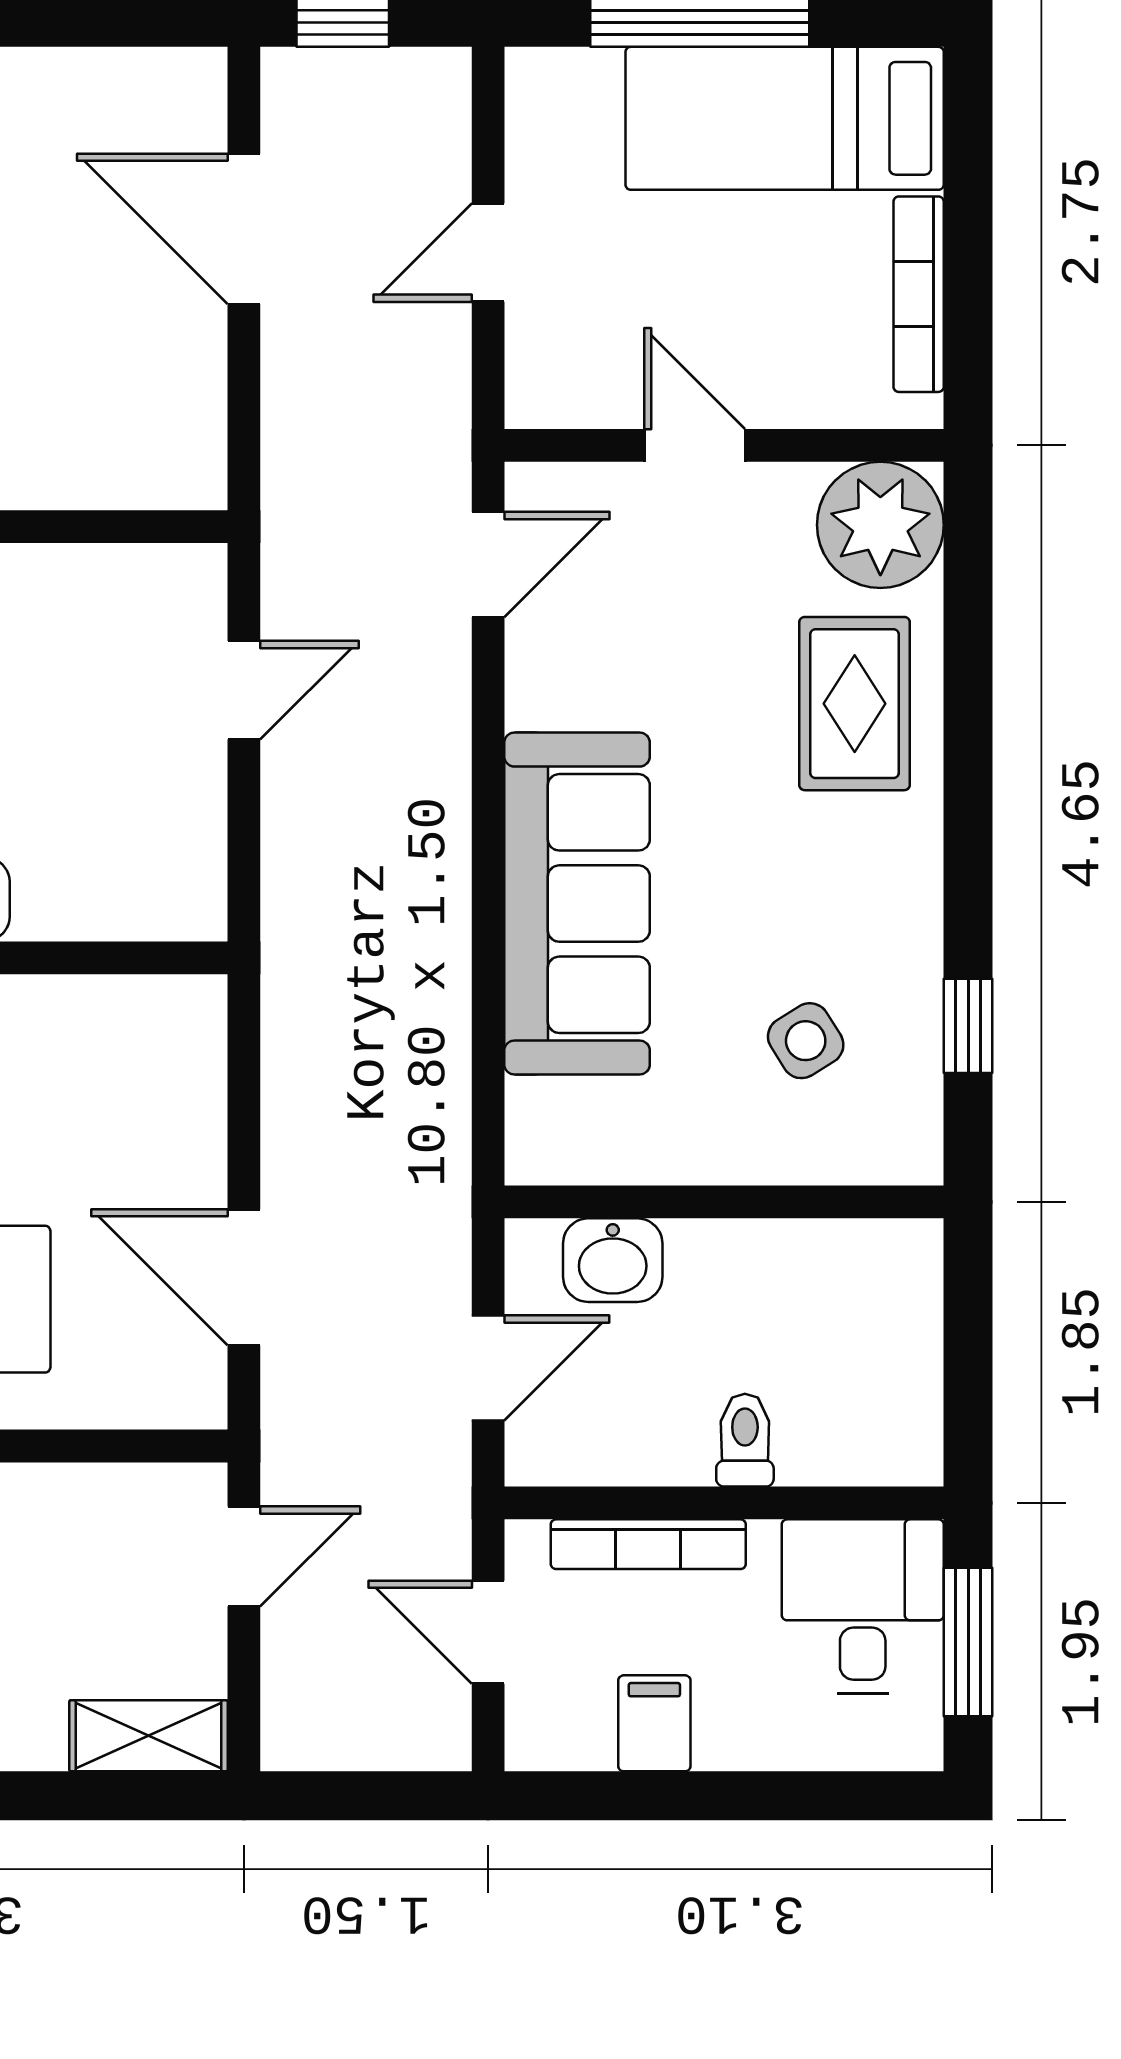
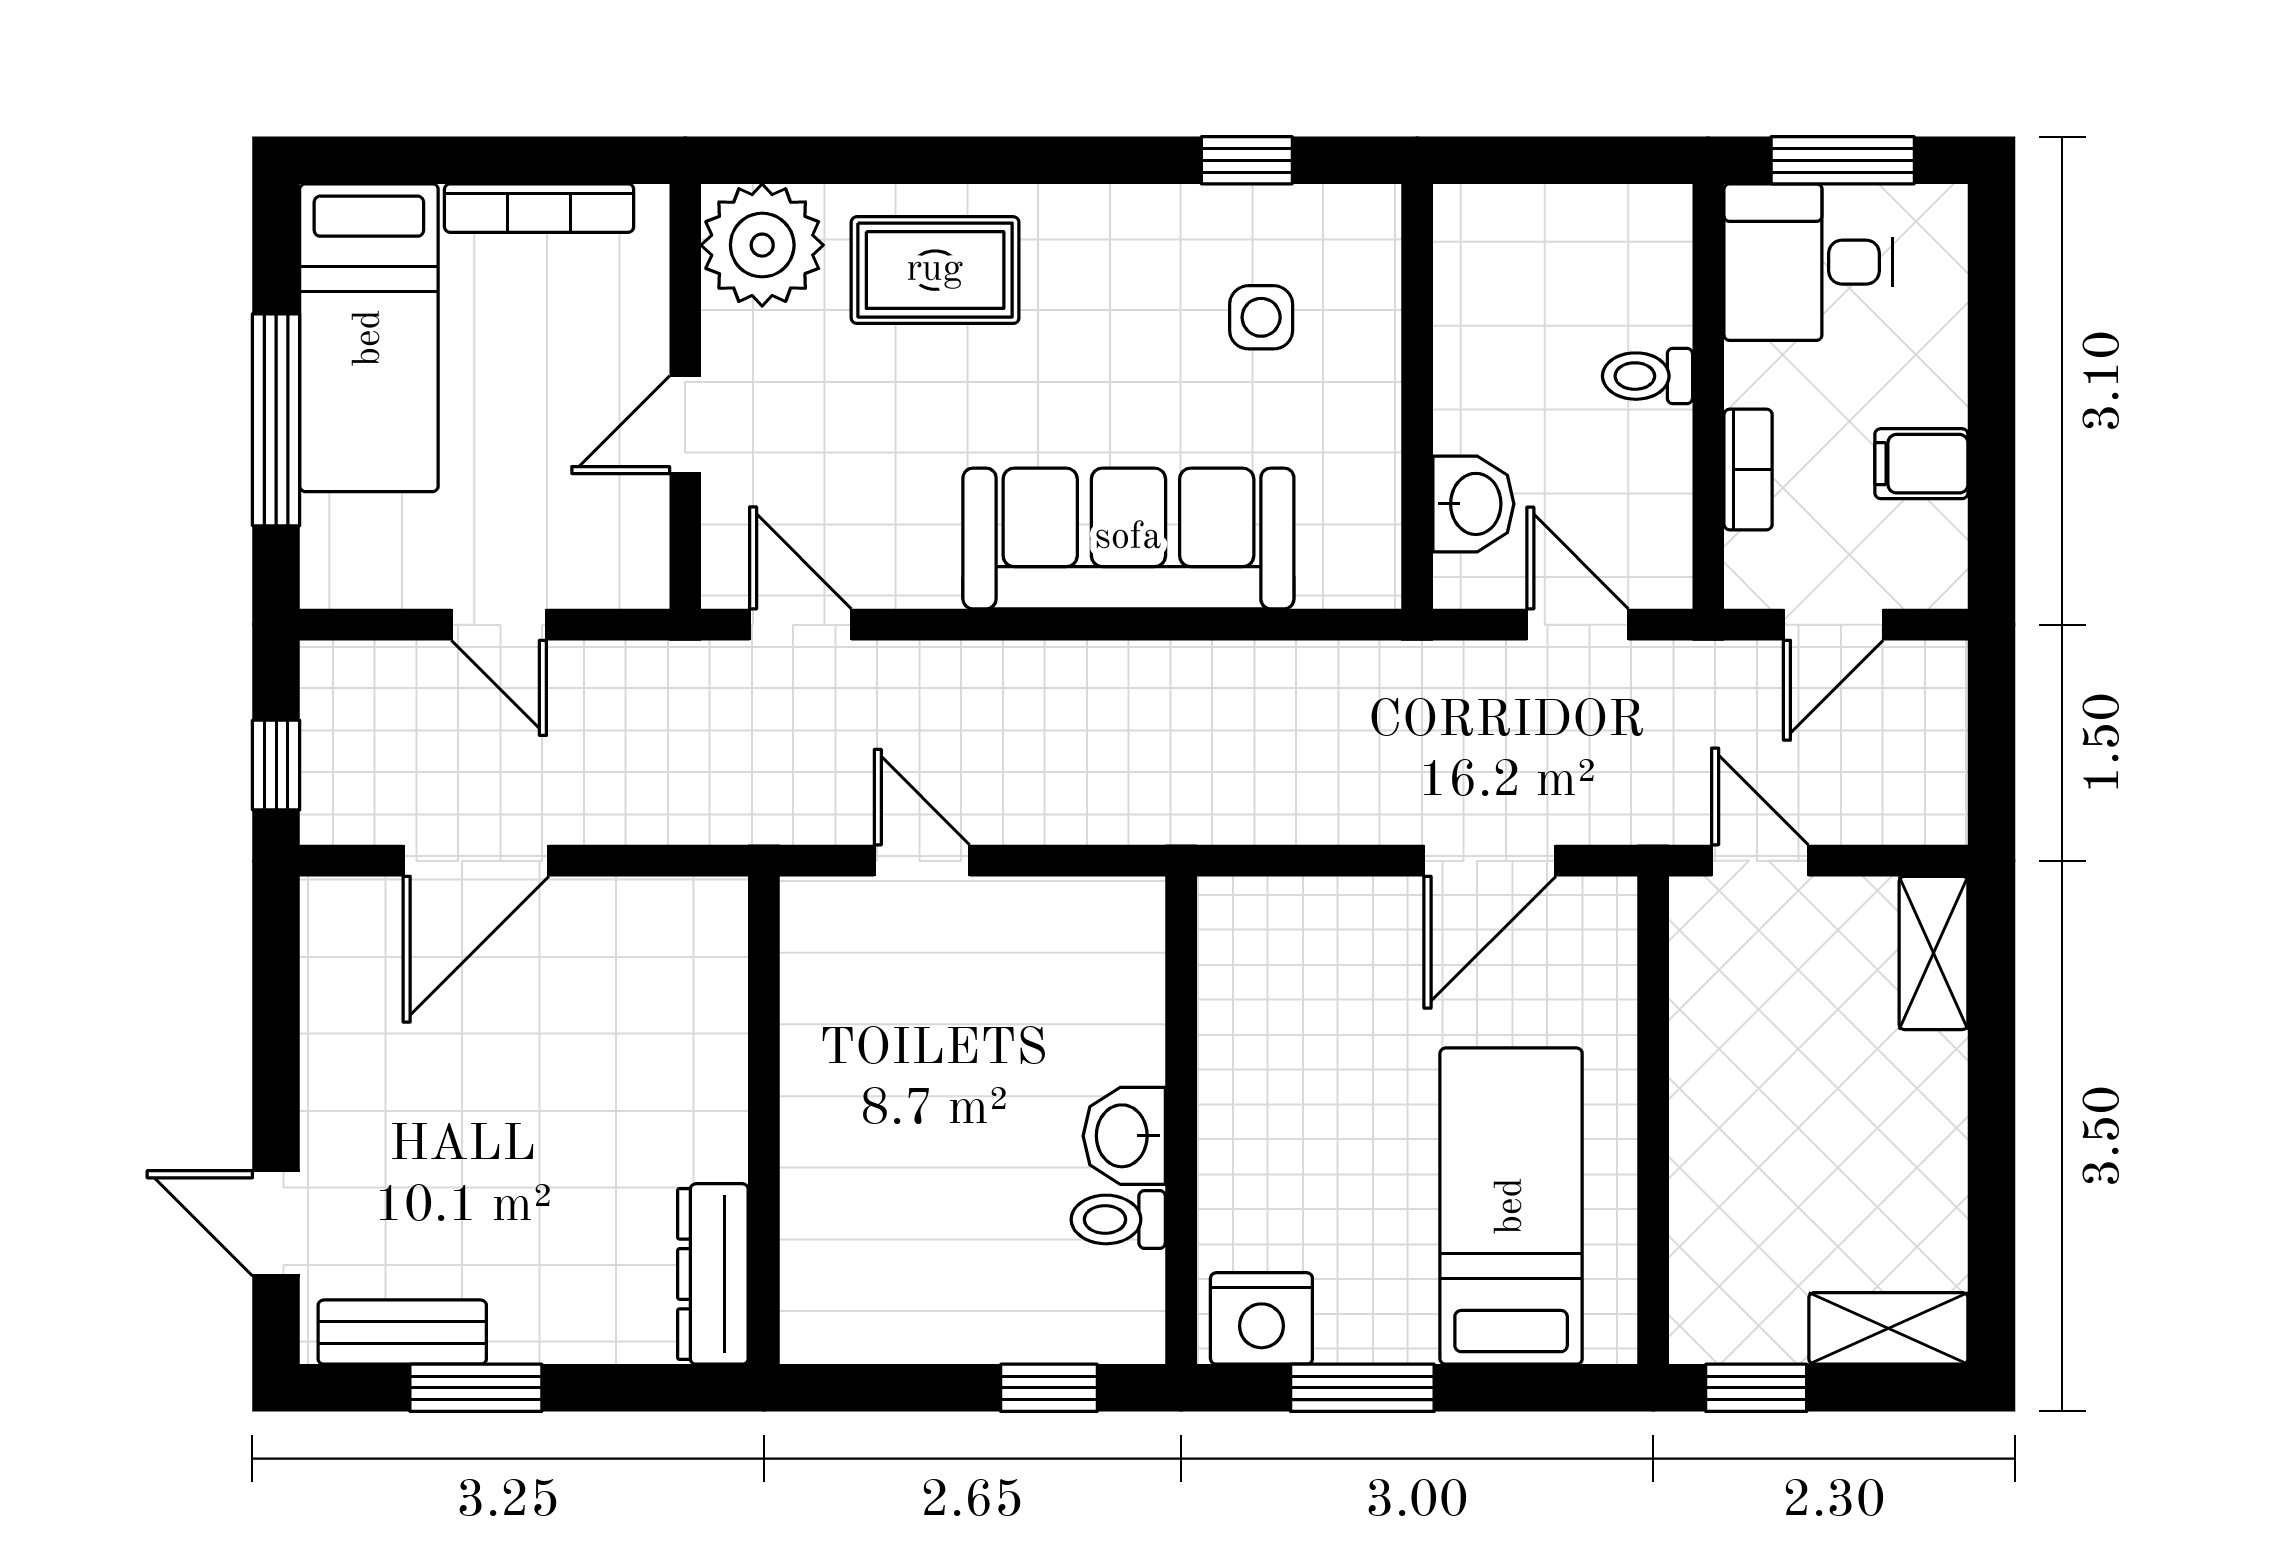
side table: (806, 1041) -> (1261, 317), turned 32
bookcase: (648, 1544) -> (1748, 469), width x0.64

